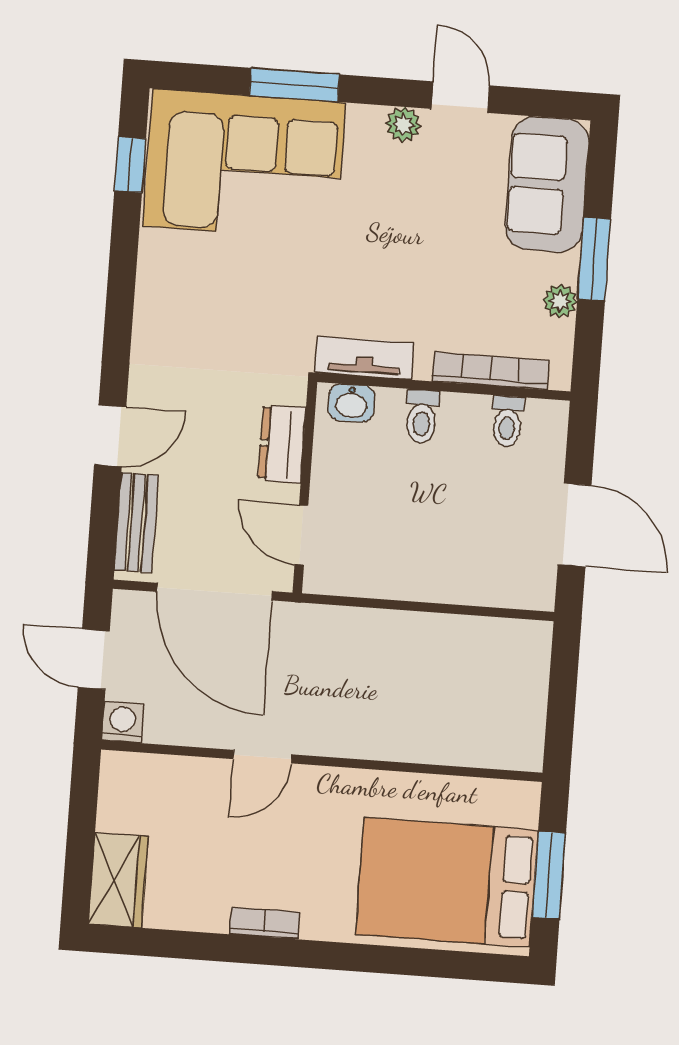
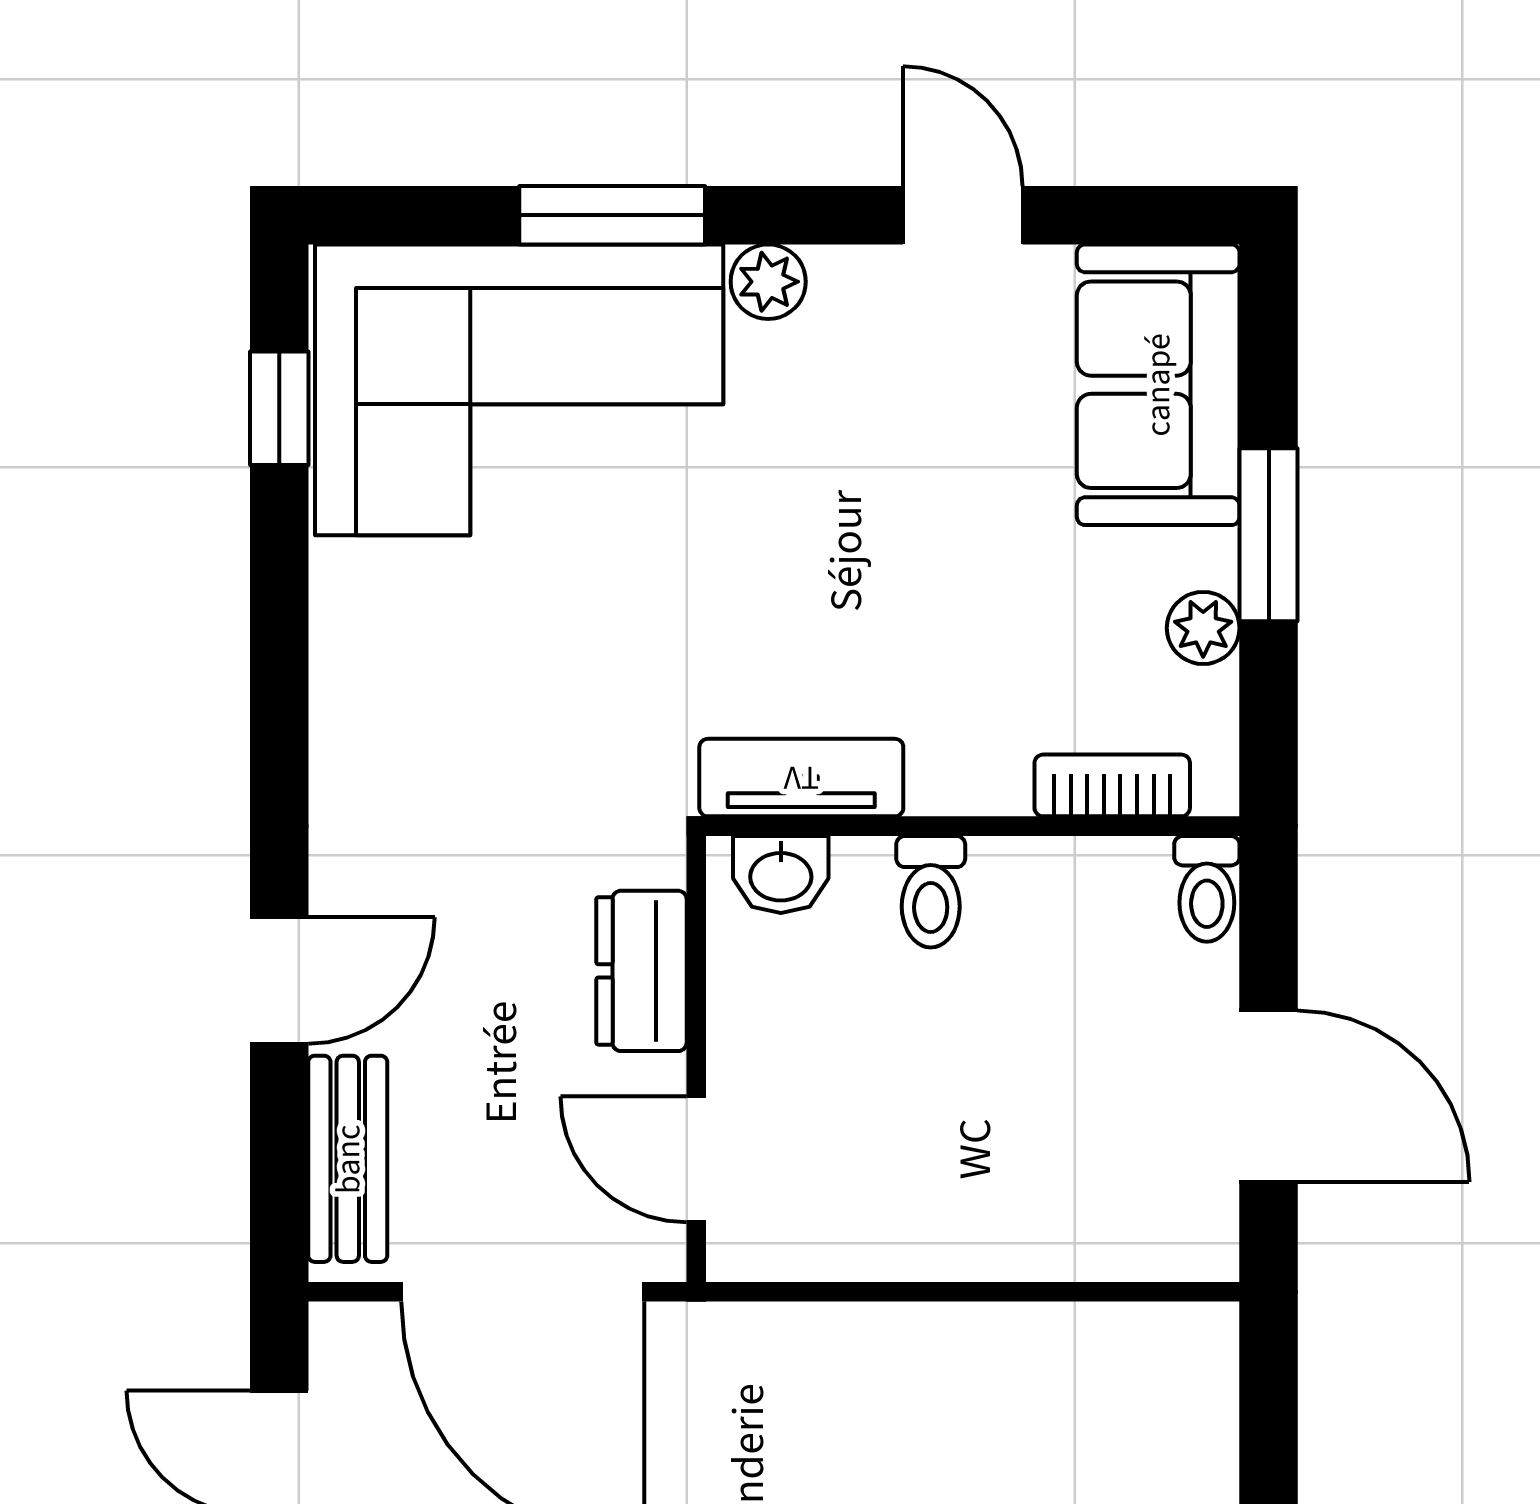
plant: (403, 125) -> (768, 282), moved
bookcase: (491, 371) -> (1112, 785), width x0.64
toilet: (507, 421) -> (1207, 889), moved

